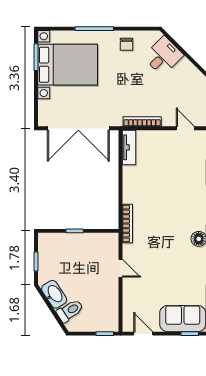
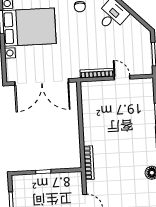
door: (185, 128) -> (122, 78), moved
tv unit: (129, 147) -> (87, 96), removed

